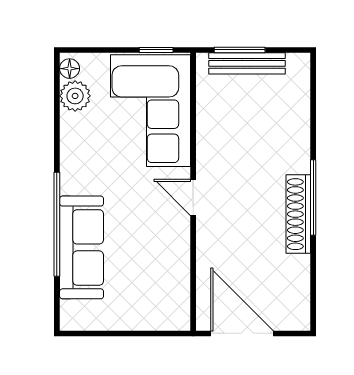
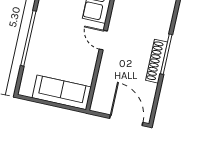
sofa: (82, 247) -> (62, 92), moved, turned -90
door: (242, 333) -> (126, 120), moved

